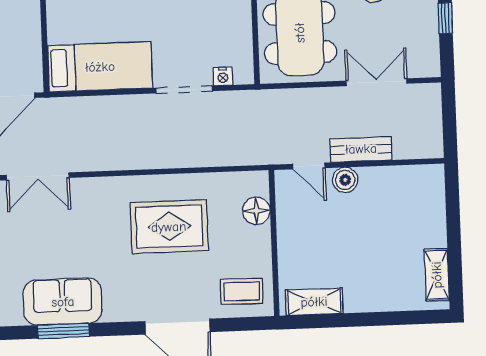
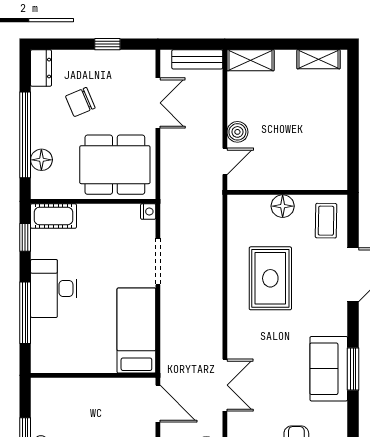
nightstand: (223, 76) -> (148, 212), moved
double door: (376, 82) -> (158, 103), swing flipped
bench: (361, 149) -> (197, 59), moved, turned 90
floor lamp: (256, 211) -> (283, 206), moved
shelving: (314, 302) -> (250, 60), moved, turned 90

